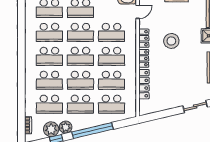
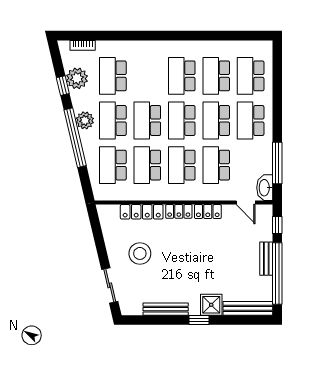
stool: (171, 41) -> (140, 253), moved
school desk: (49, 80) -> (147, 76), removed
plant: (66, 127) -> (85, 120), moved

